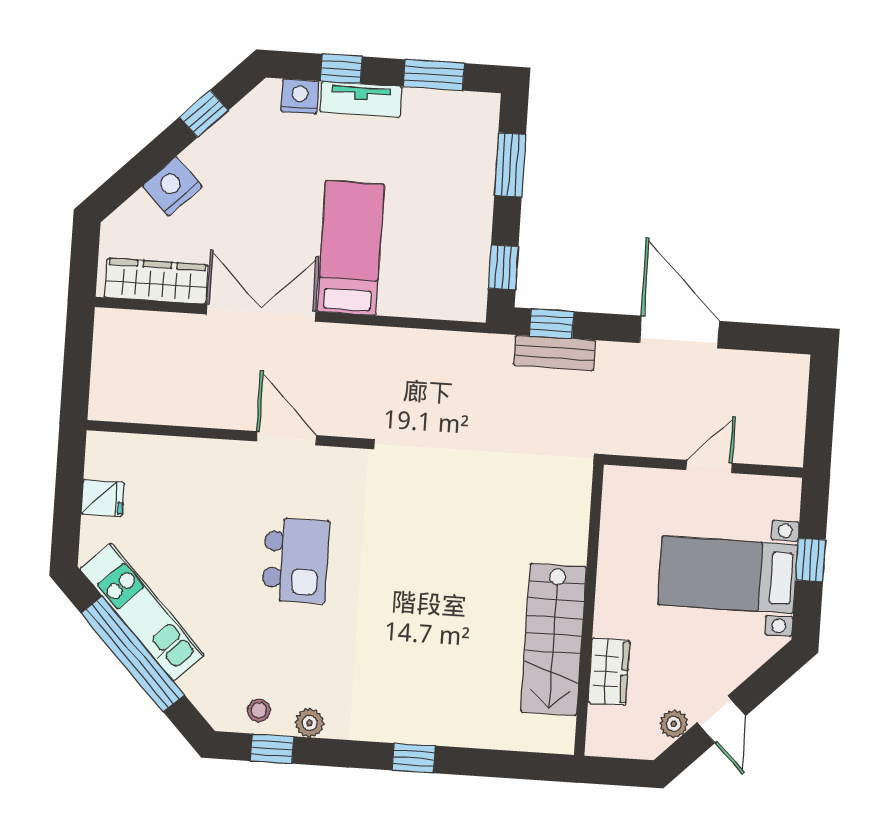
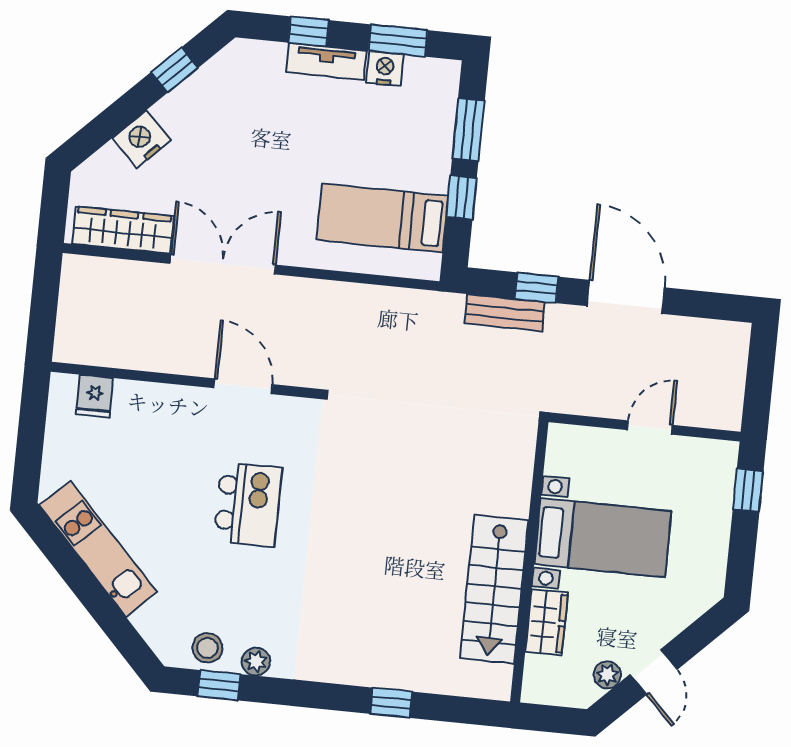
nightstand: (300, 96) -> (385, 68), moved
bed: (351, 248) -> (382, 218), moved, turned -90
window: (503, 267) -> (461, 197), moved
window: (552, 324) -> (537, 288), moved
fridge: (103, 498) -> (95, 396), moved, turned 90
window: (811, 560) -> (748, 490), moved
bed with nightstands: (728, 575) -> (603, 538), moved, turned 180
window: (133, 654) -> (88, 589), removed
stool: (259, 710) -> (207, 648), width x1.37, depth x1.37
window: (414, 758) -> (391, 703), moved

